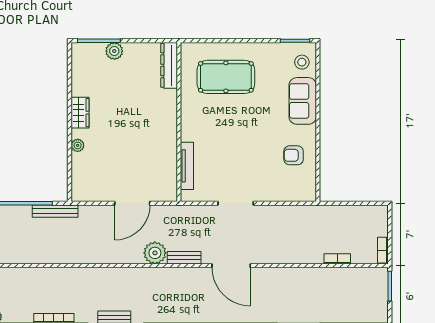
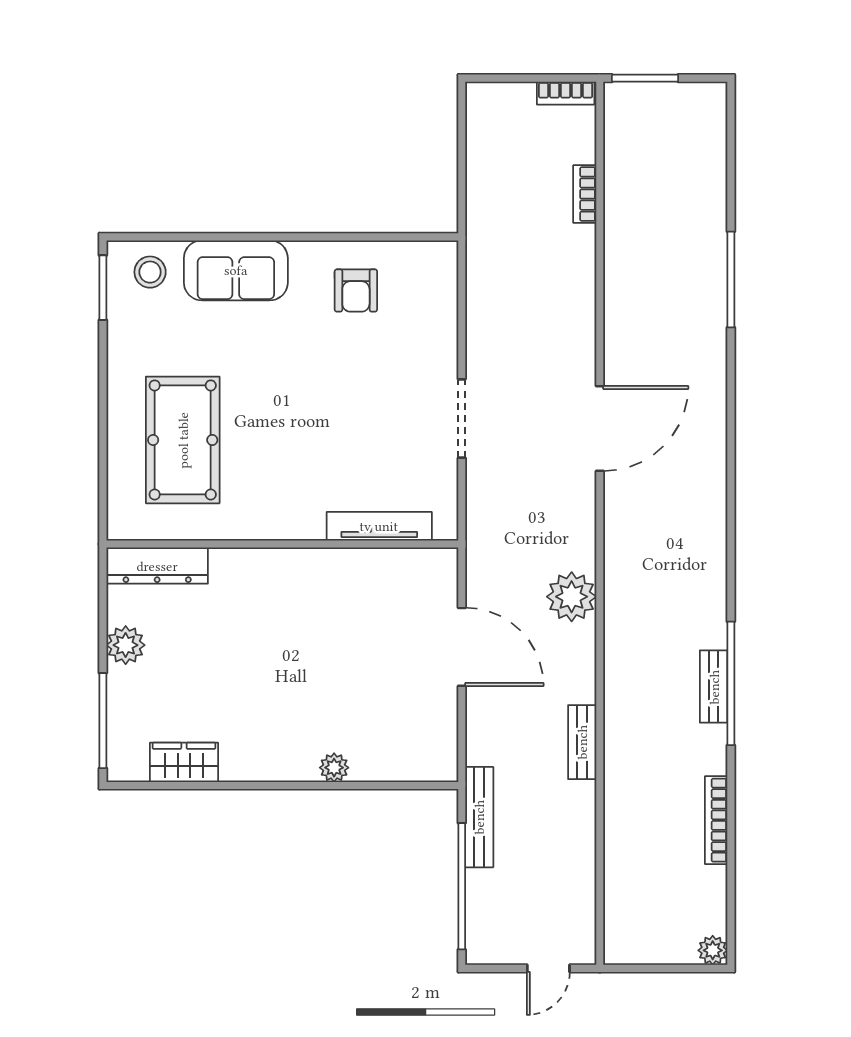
plant: (114, 51) -> (126, 645), moved
wardrobe: (80, 113) -> (184, 762), moved
bench: (184, 258) -> (582, 742), moved

